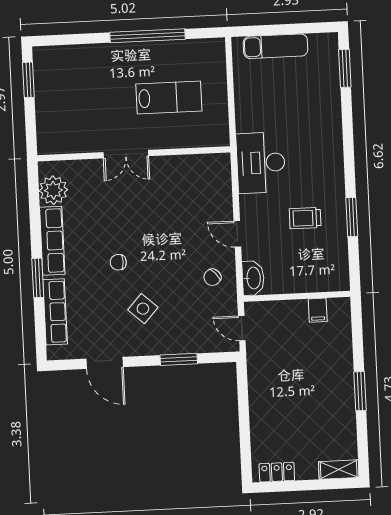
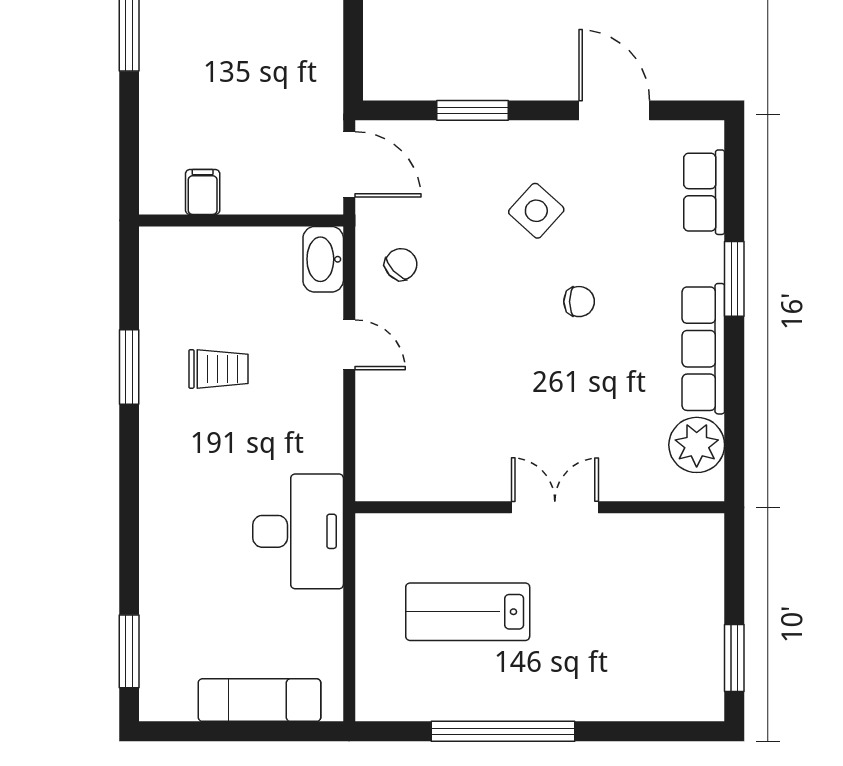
desk: (261, 163) -> (298, 531), moved
row of seats: (55, 312) -> (704, 192), width x0.68
door: (242, 328) -> (349, 164), width x1.38

